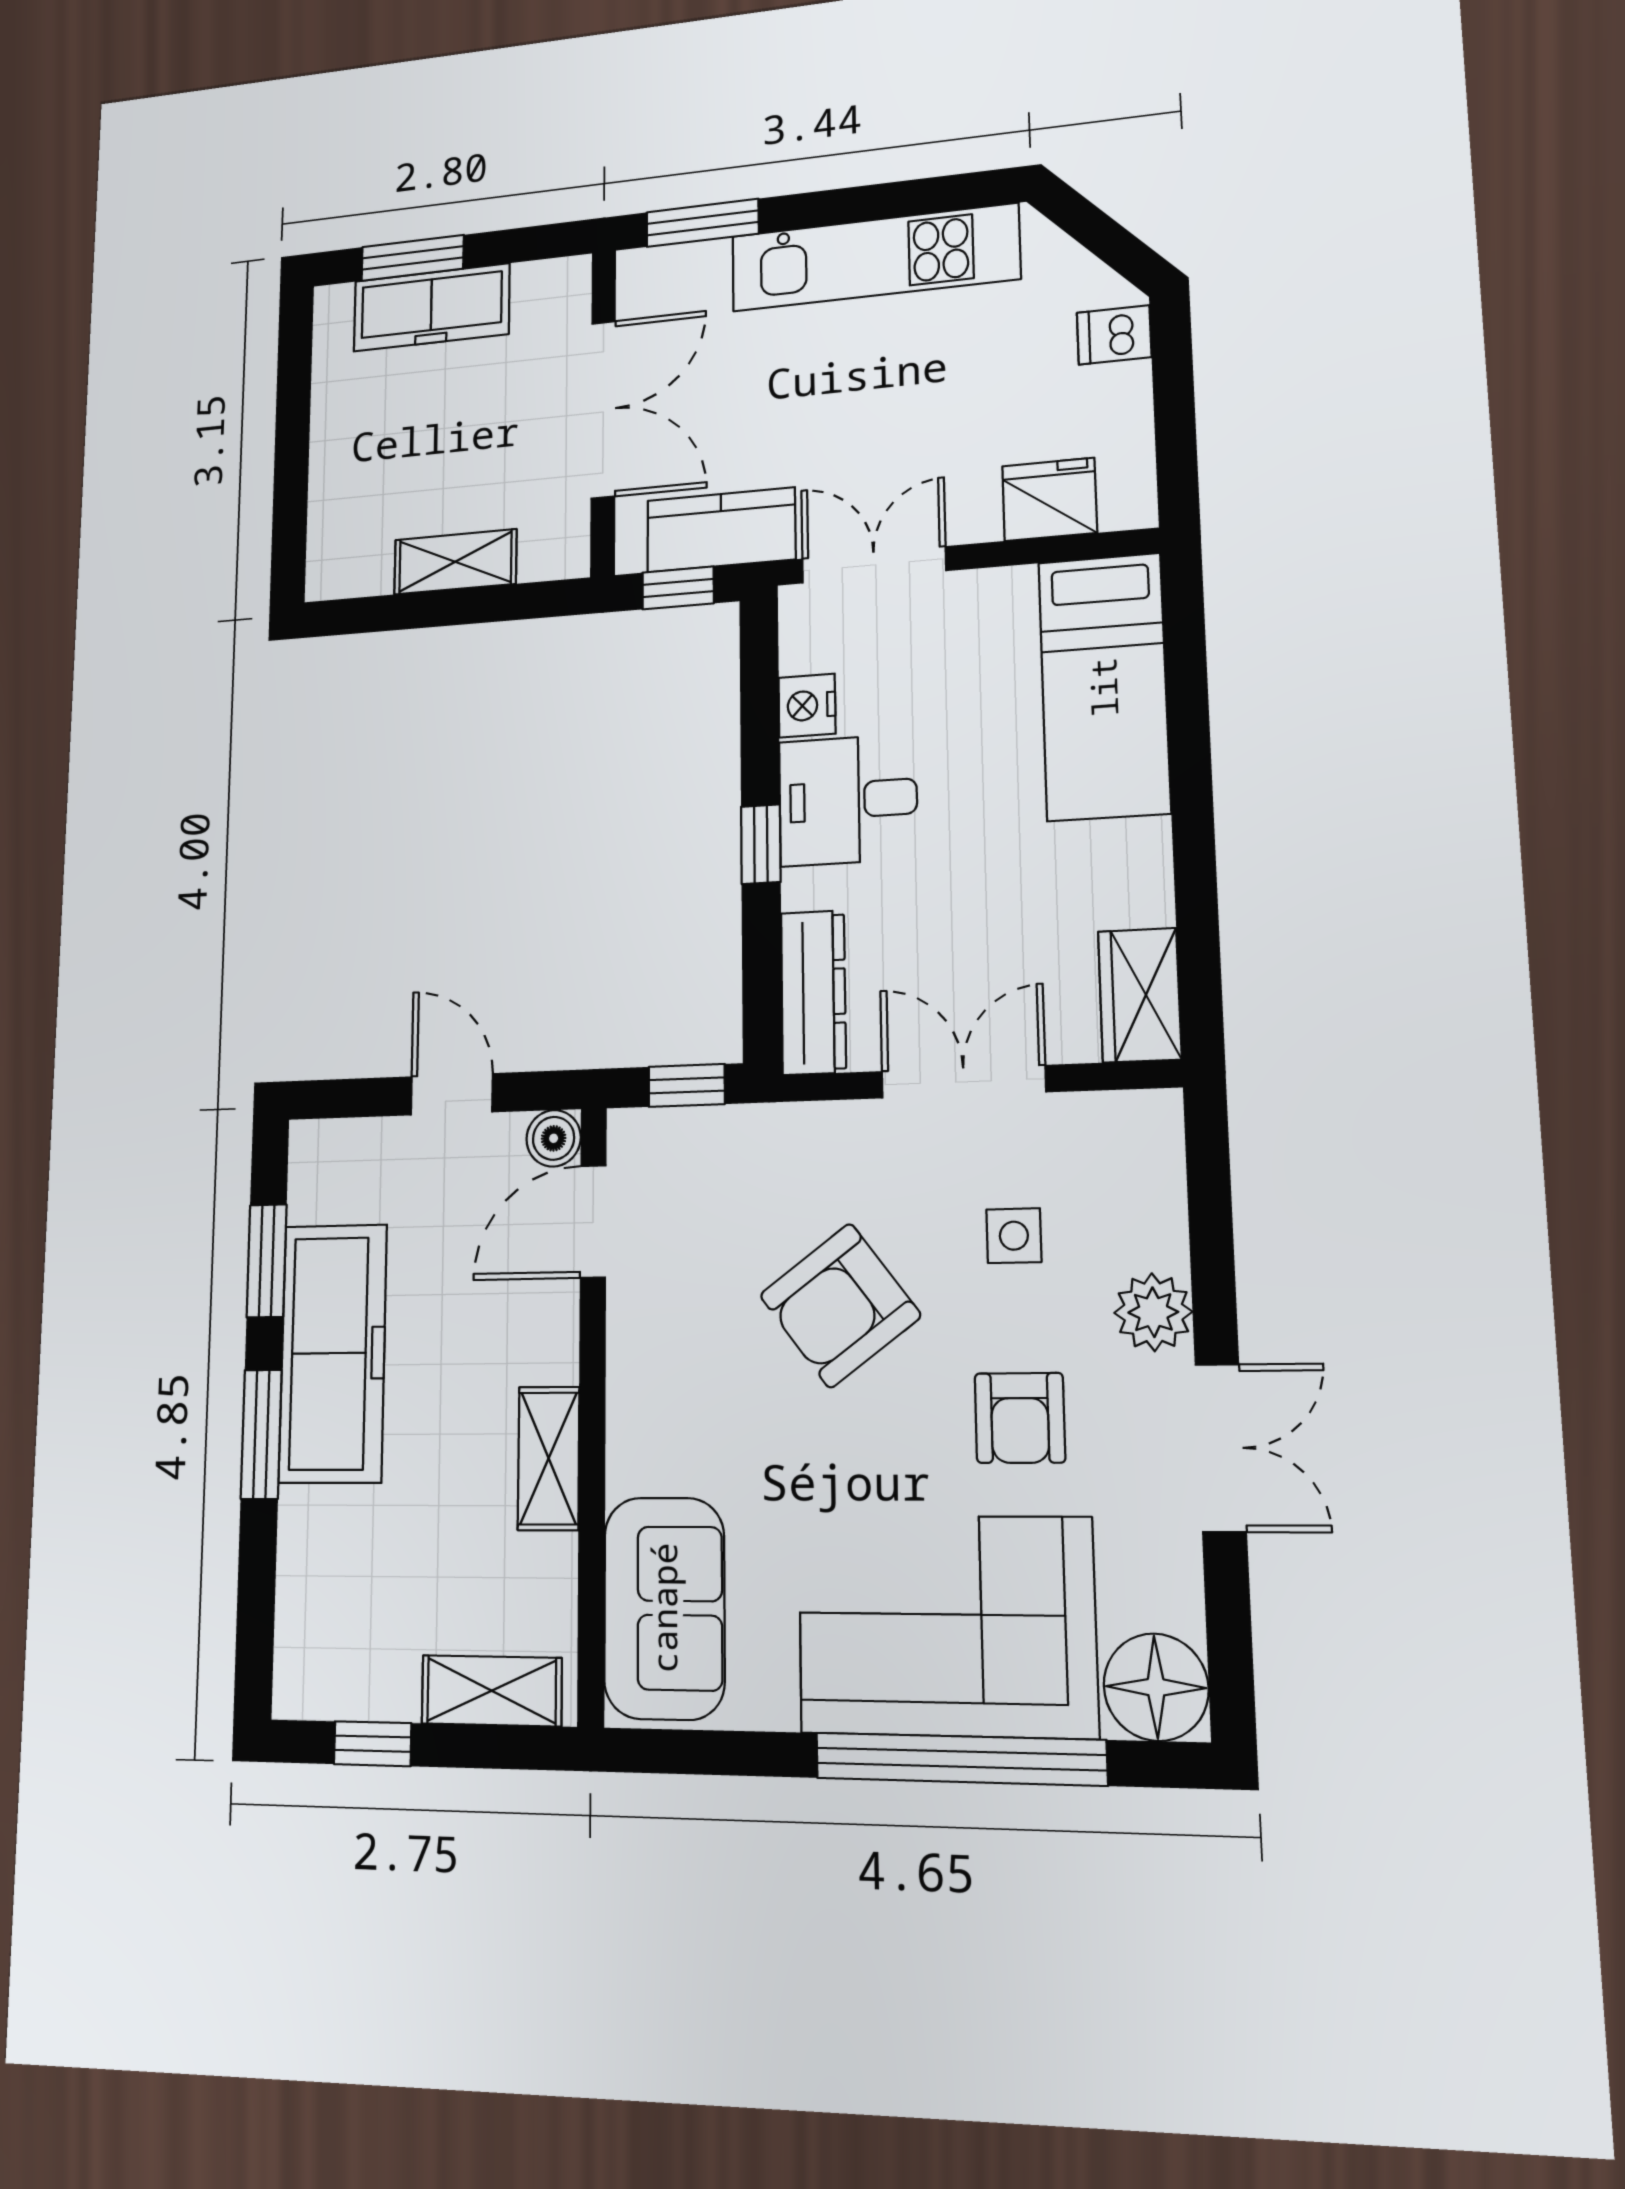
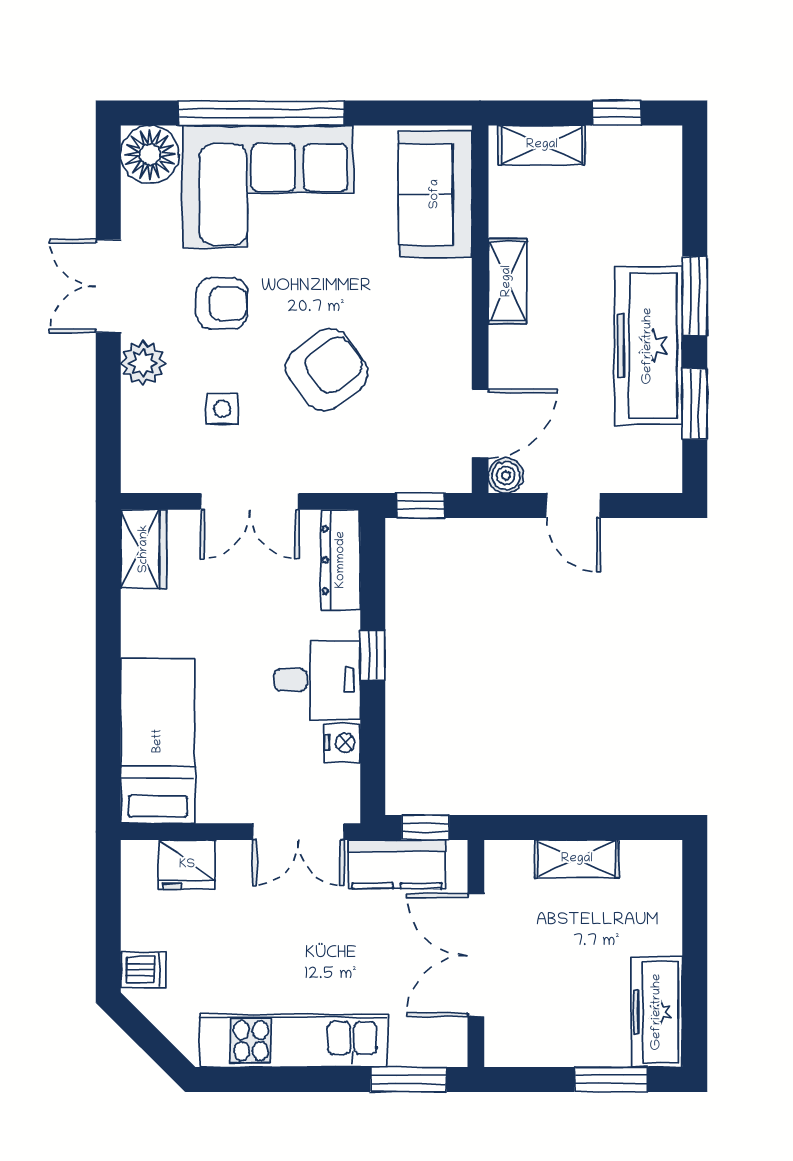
freezer: (431, 307) -> (657, 1012), moved, turned -90
armchair: (1020, 1418) -> (222, 303), turned 90

